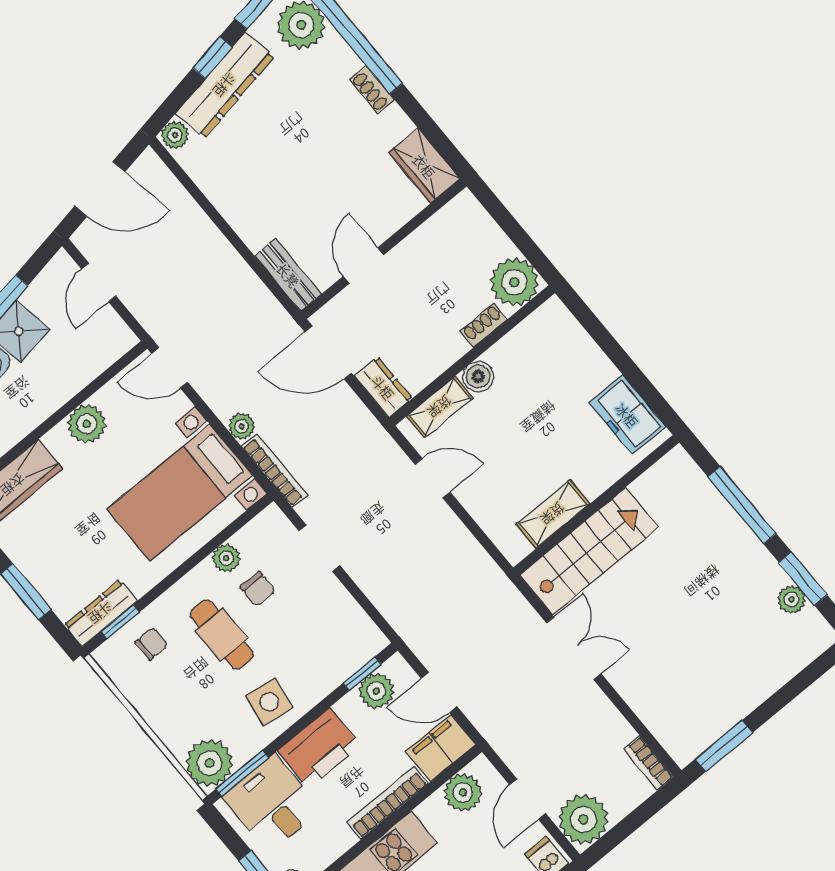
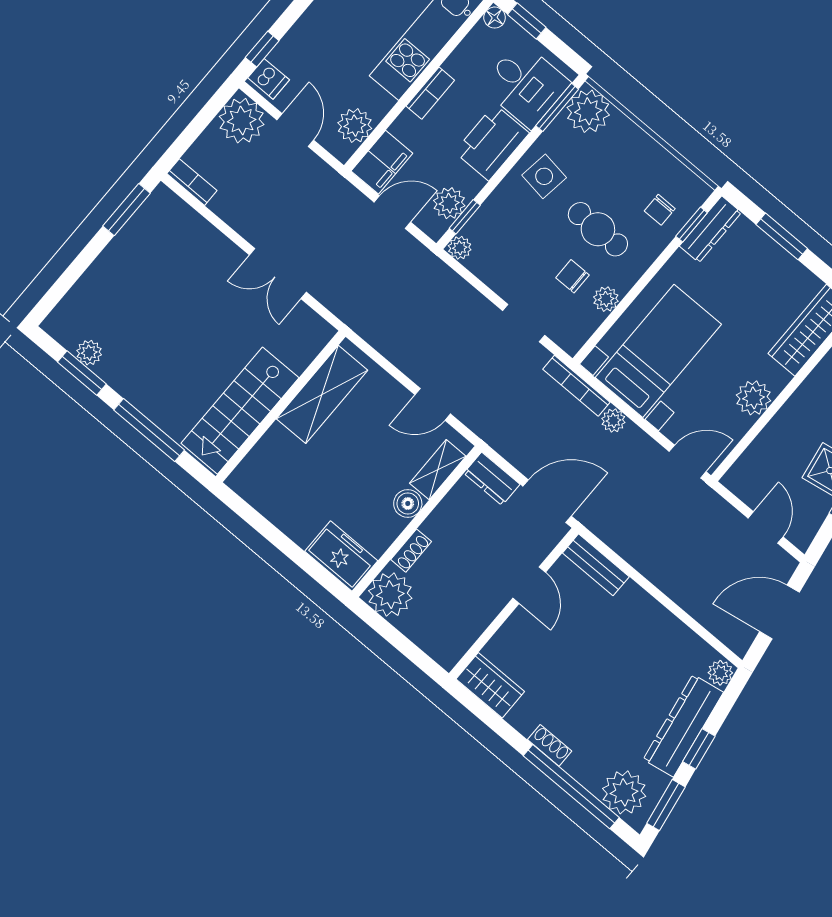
freezer: (627, 415) -> (341, 556), moved
shelving: (553, 514) -> (322, 394), width x1.50, depth x1.33
stairs: (589, 551) -> (240, 411), moved
plant: (374, 641) -> (460, 248), added
bookcase: (388, 803) -> (430, 93), width x0.64

